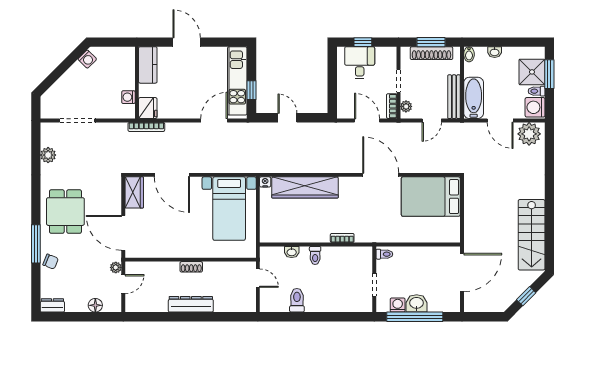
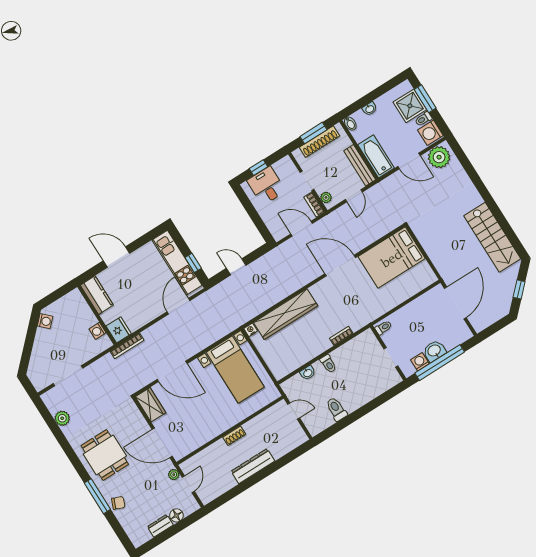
dresser: (52, 305) -> (160, 526), moved

